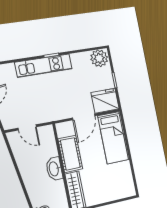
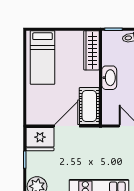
bed: (113, 138) -> (43, 58), moved, turned 180
cot: (70, 154) -> (89, 106), moved

